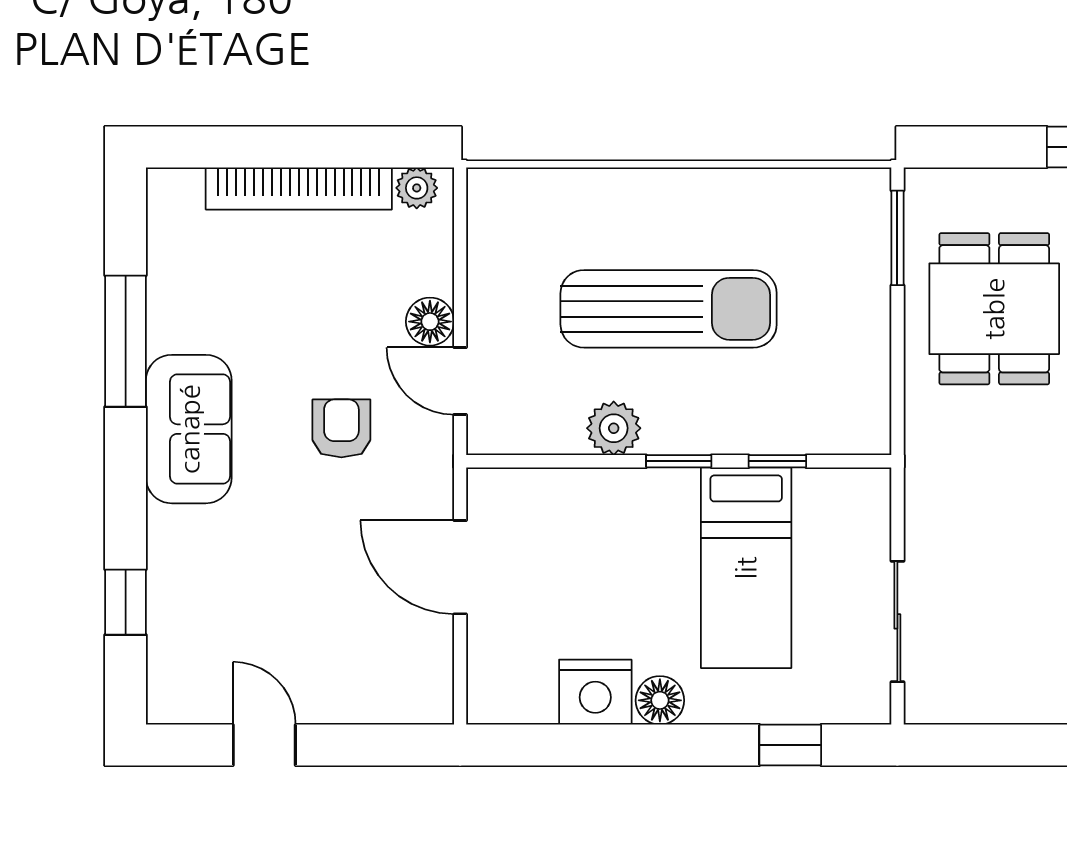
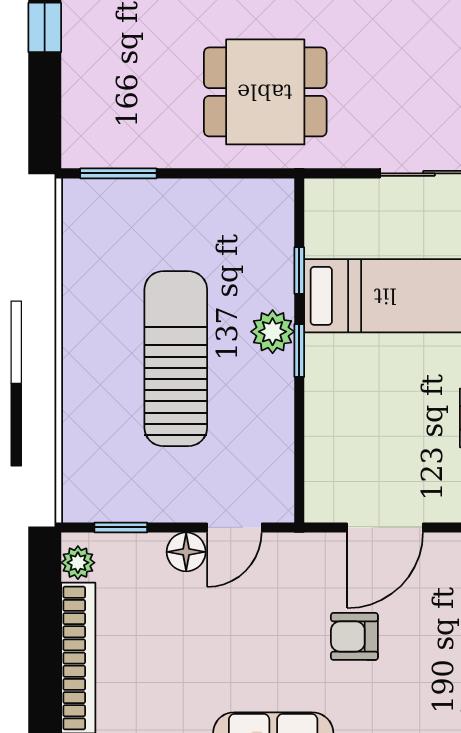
window: (460, 241) -> (121, 527), added
dining table: (994, 309) -> (265, 92), moved
armchair: (341, 428) -> (354, 636), moved
plant: (614, 428) -> (273, 332), moved

